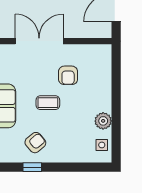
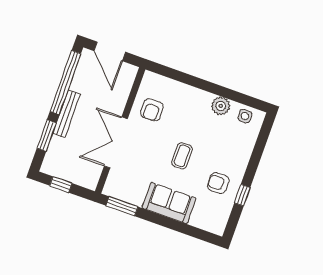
armchair: (68, 75) -> (152, 110), moved, turned 90
armchair: (35, 143) -> (218, 183), turned -50

